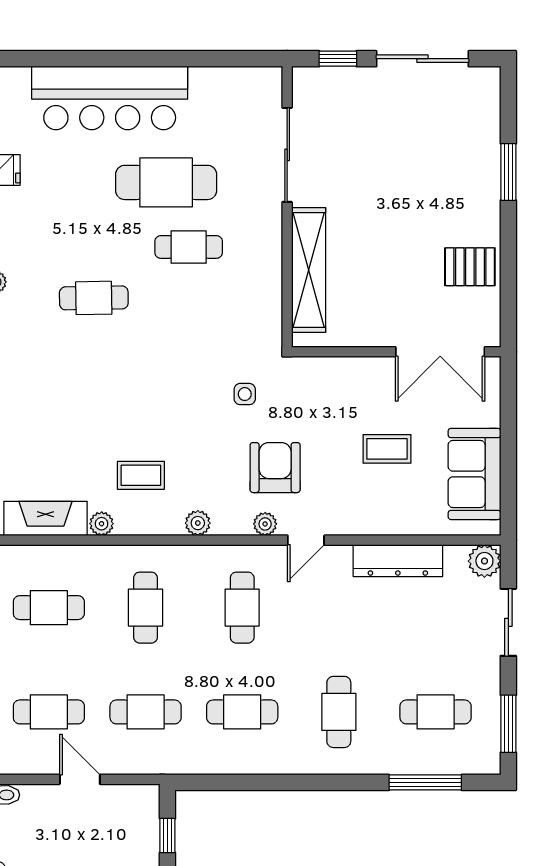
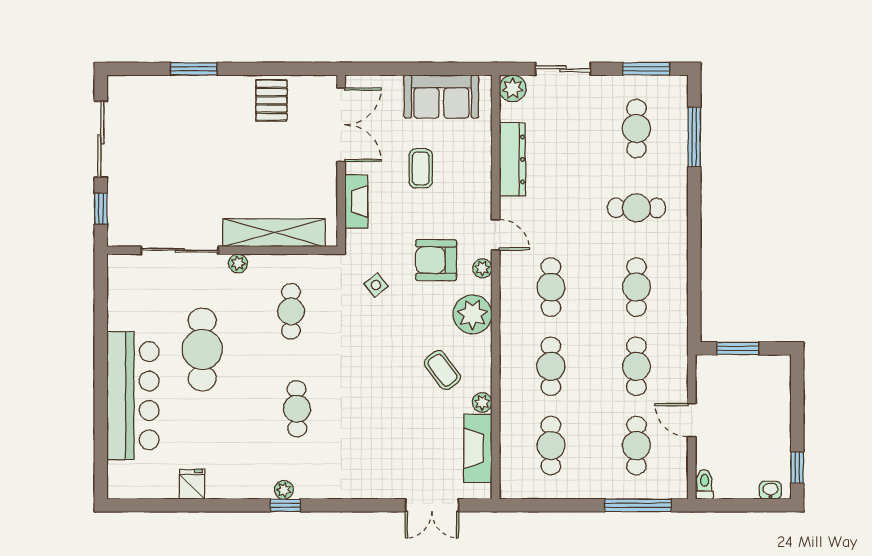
plant: (271, 226) -> (238, 263), added
cafe table: (189, 247) -> (291, 311), moved
fireplace: (347, 370) -> (356, 201), added
side table: (245, 394) -> (376, 285), turned -38
coffee table: (141, 475) -> (442, 370), turned -37
plant: (198, 523) -> (472, 314), width x1.88, depth x1.88
cafe table: (146, 608) -> (551, 366), turned 90
cafe table: (242, 608) -> (551, 287), turned 90
door: (80, 779) -> (692, 420), hinge flipped
window: (167, 836) -> (738, 348), width x1.50

